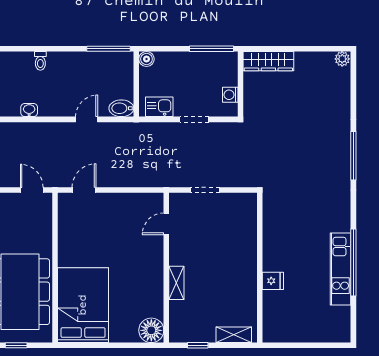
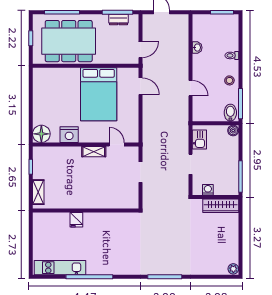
wardrobe: (268, 61) -> (221, 206), moved, turned -90
stool: (76, 64) -> (229, 80), added
bidet: (121, 108) -> (230, 113), moved
kitchen unit: (341, 269) -> (60, 268), moved
shelving: (176, 283) -> (94, 152), moved
nightstand: (152, 291) -> (69, 135), added
bed: (83, 305) -> (99, 94), moved, turned 90

